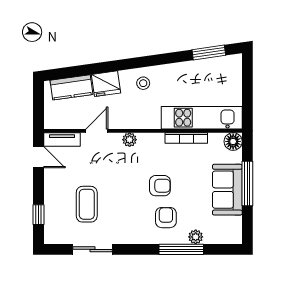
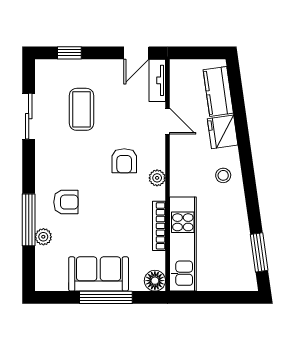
plant: (130, 140) -> (157, 178), moved
armchair: (160, 186) -> (124, 161), moved
coffee table: (87, 204) -> (82, 109), turned 90

